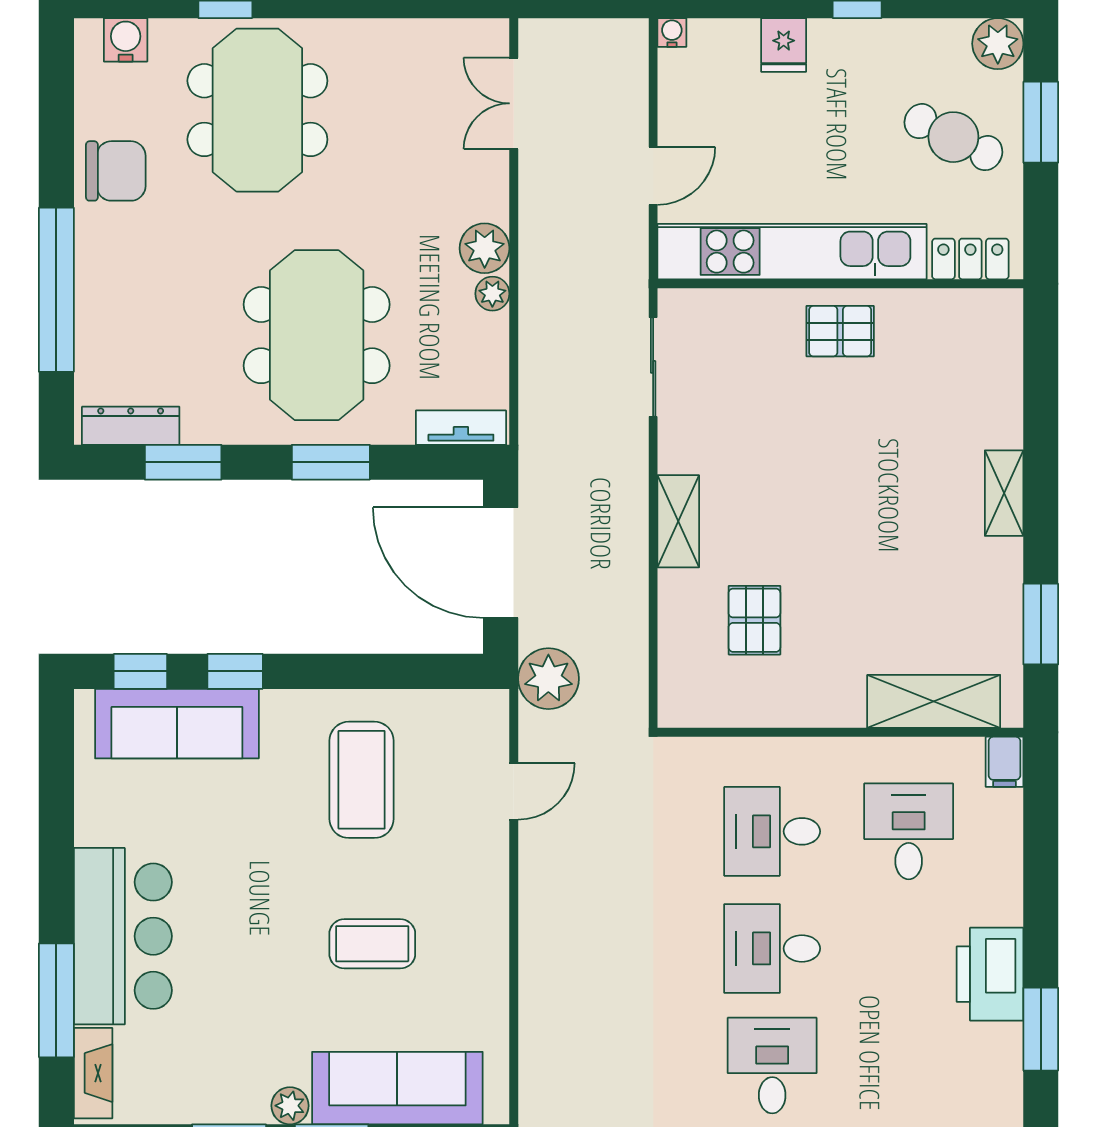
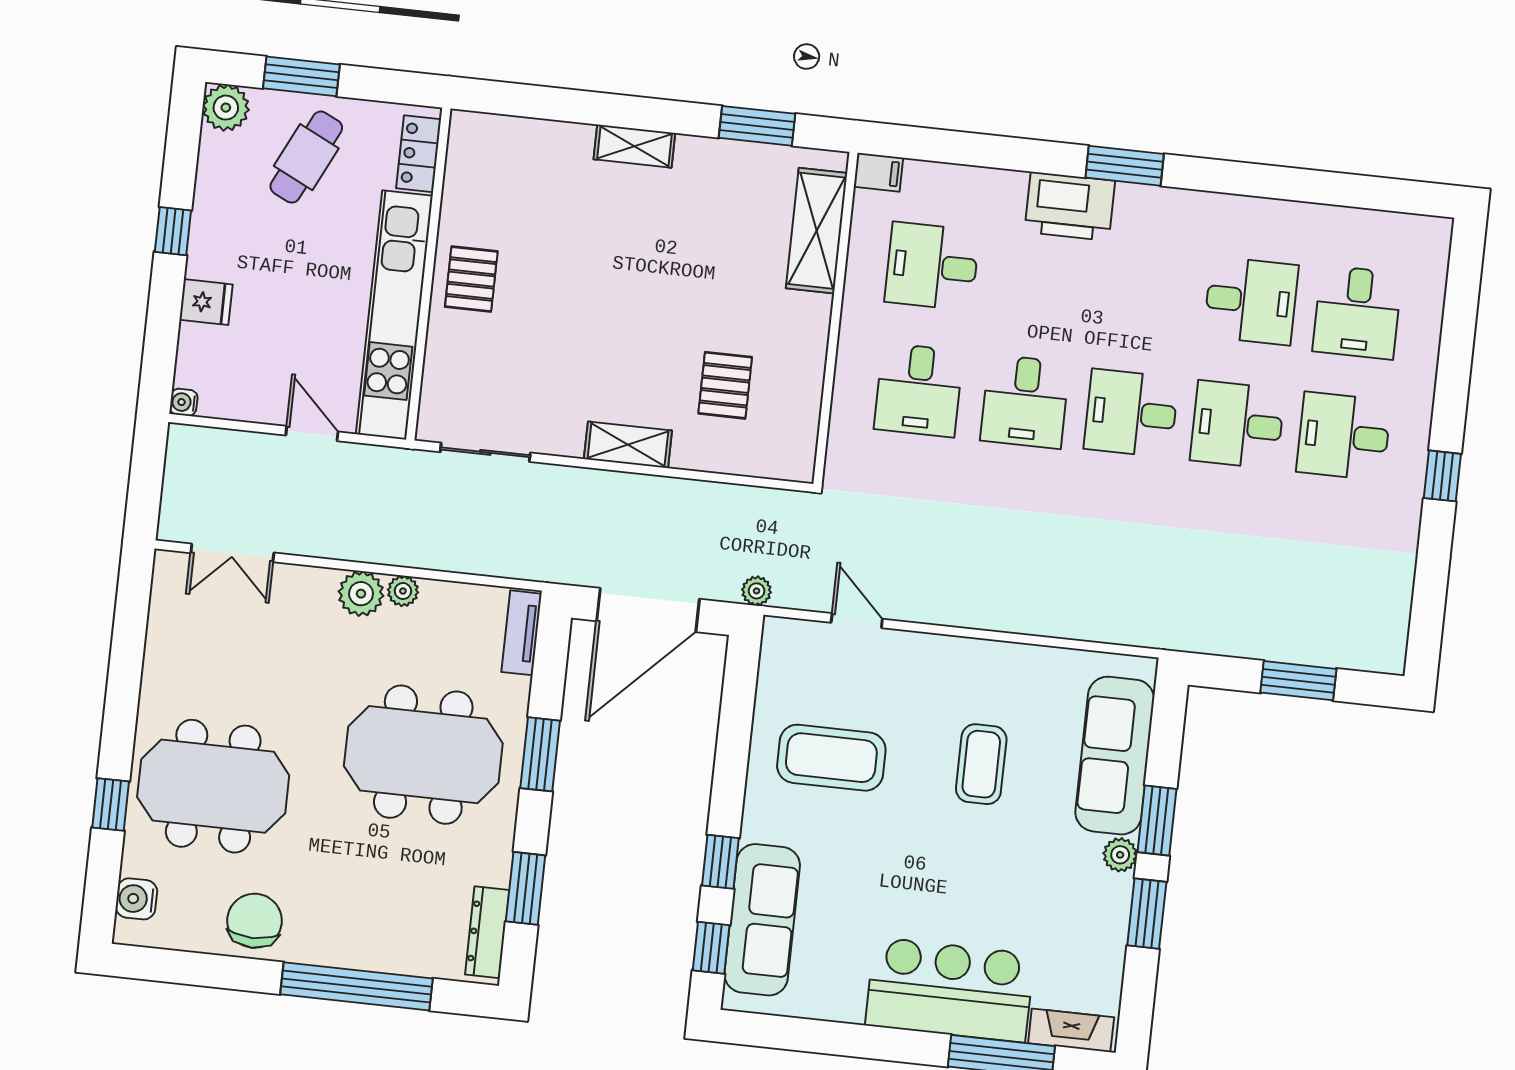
pallet: (754, 620) -> (725, 385), turned 90
plant: (548, 679) -> (757, 591), width x0.53, depth x0.53

